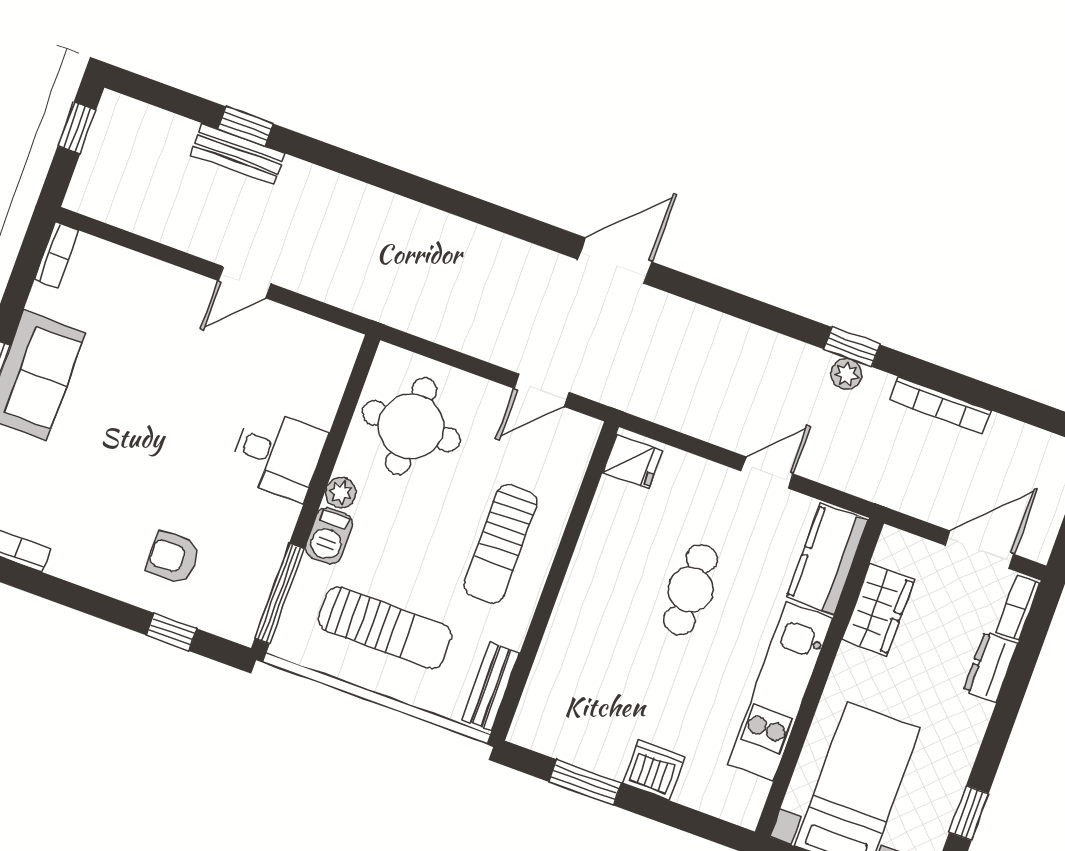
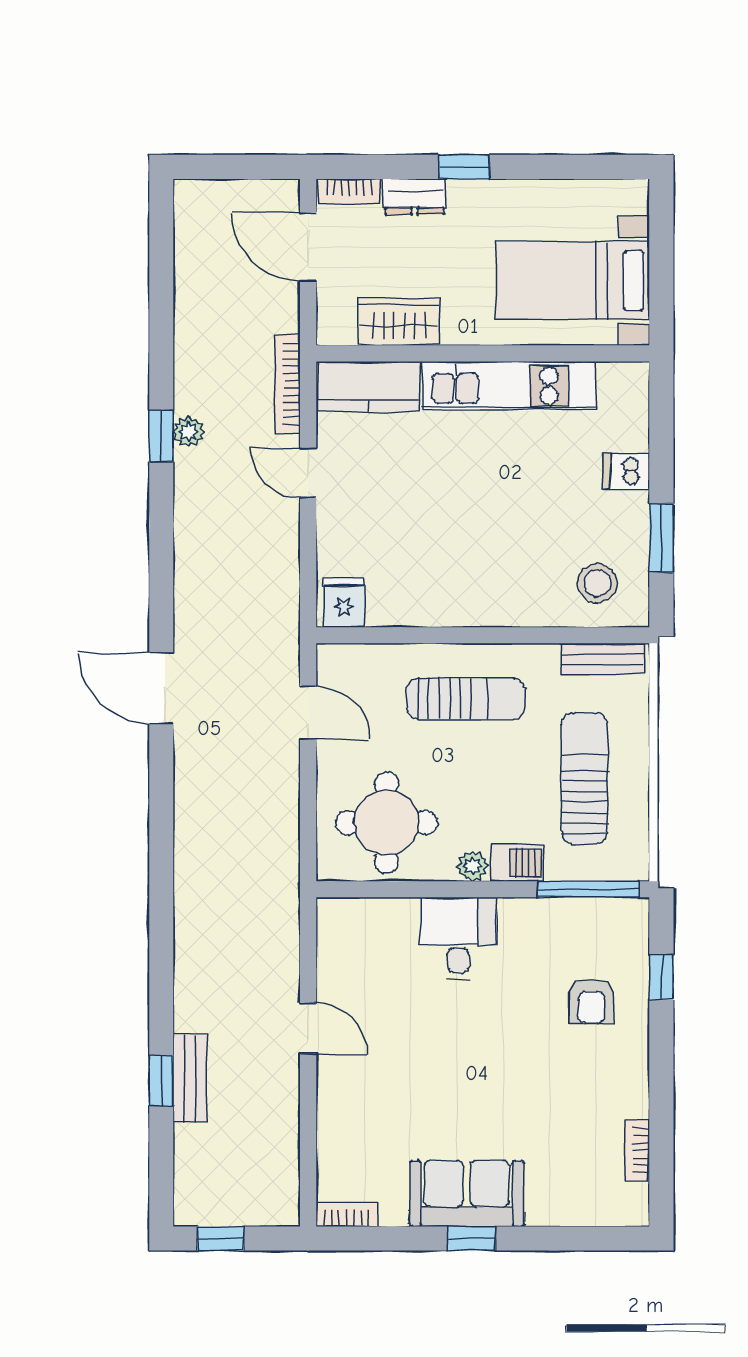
bookcase: (940, 405) -> (287, 384), moved, turned 180
cafe table: (691, 590) -> (444, 505), removed
stool: (564, 707) -> (597, 583), added
dishwasher: (654, 770) -> (626, 471), width x0.73
window: (969, 813) -> (464, 167), moved

